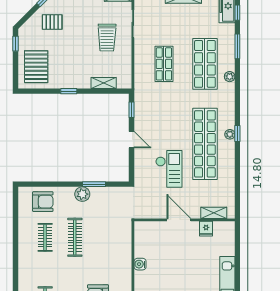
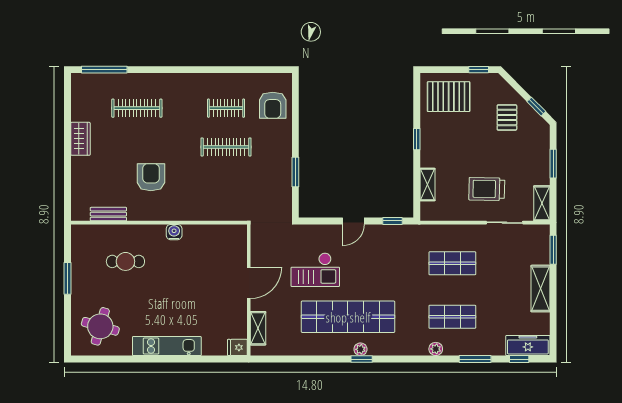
shop shelf: (205, 64) -> (452, 317), width x0.70, depth x0.74
plant: (82, 194) -> (282, 157), removed
fridge: (206, 229) -> (237, 347), moved
water cooler: (140, 264) -> (174, 232), moved

